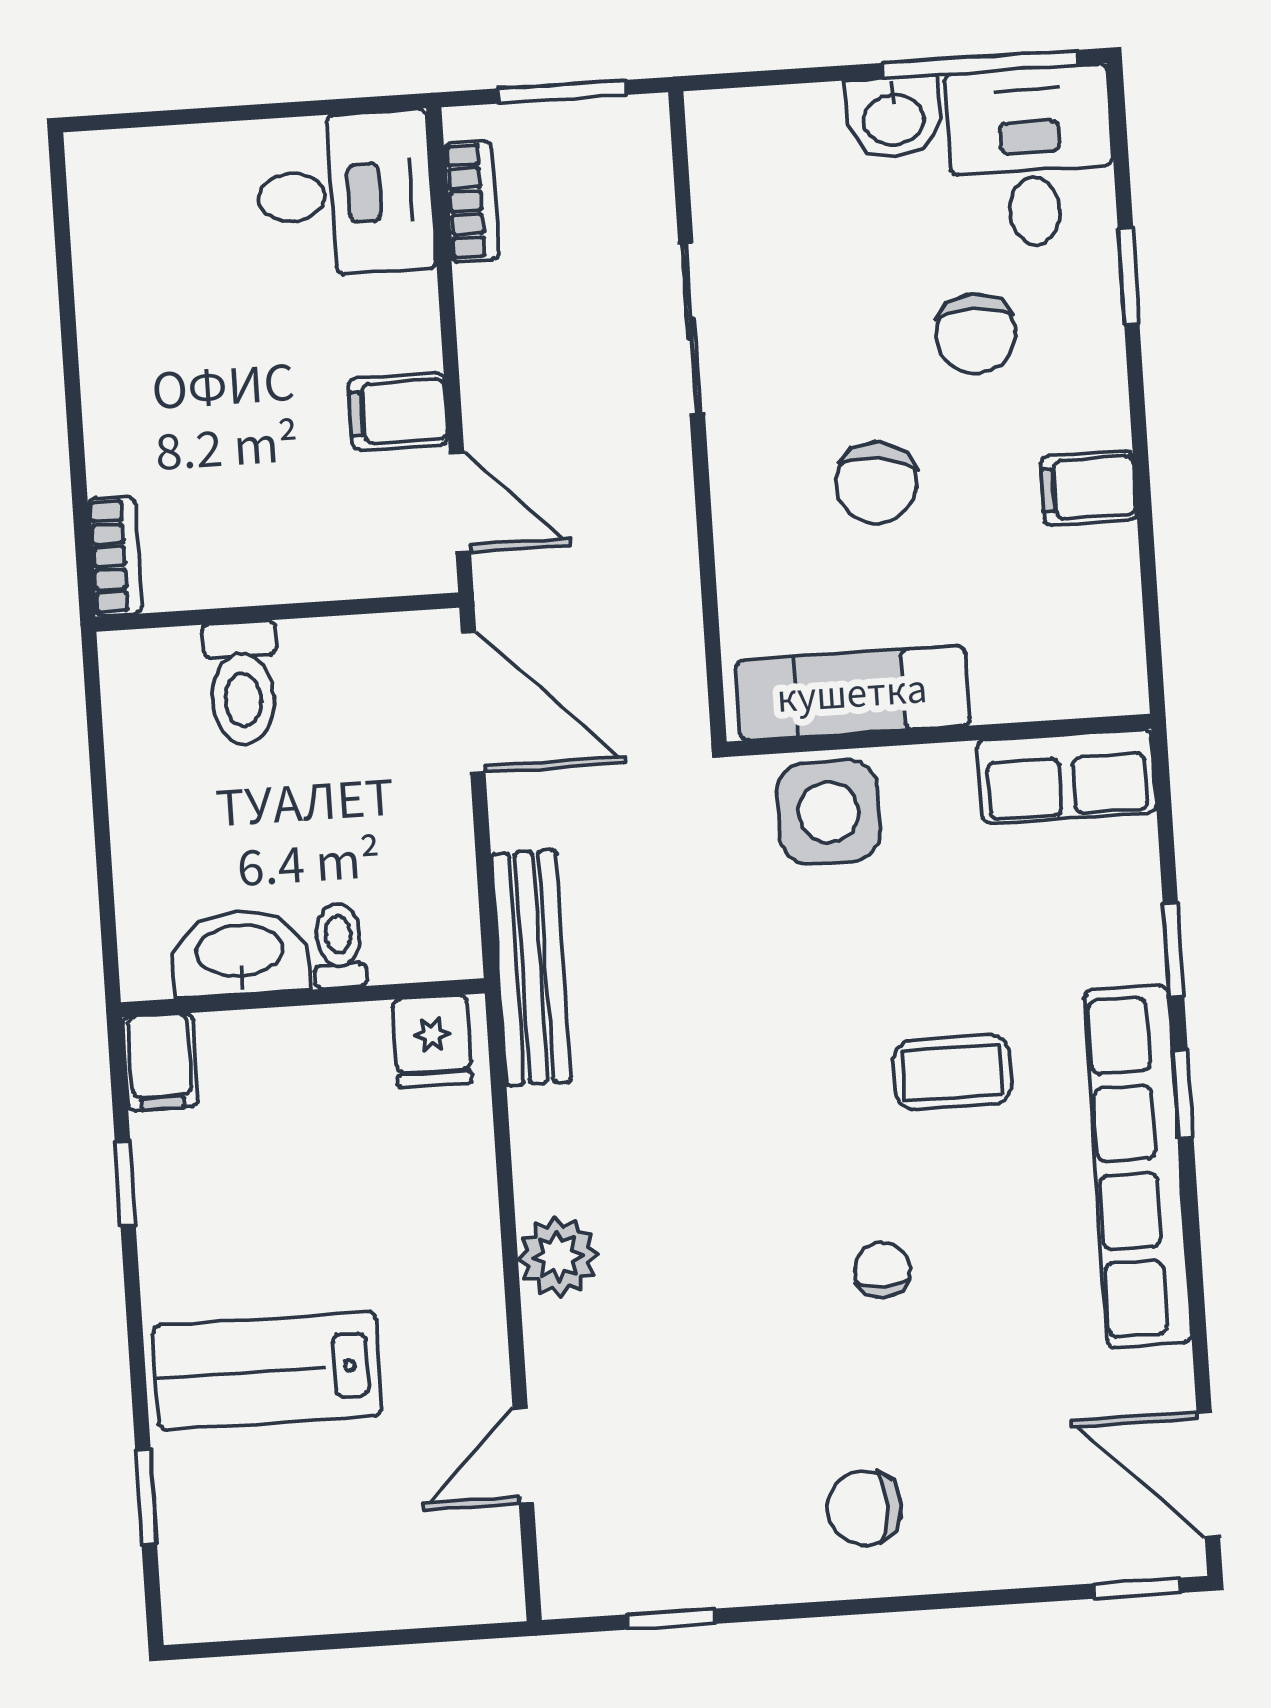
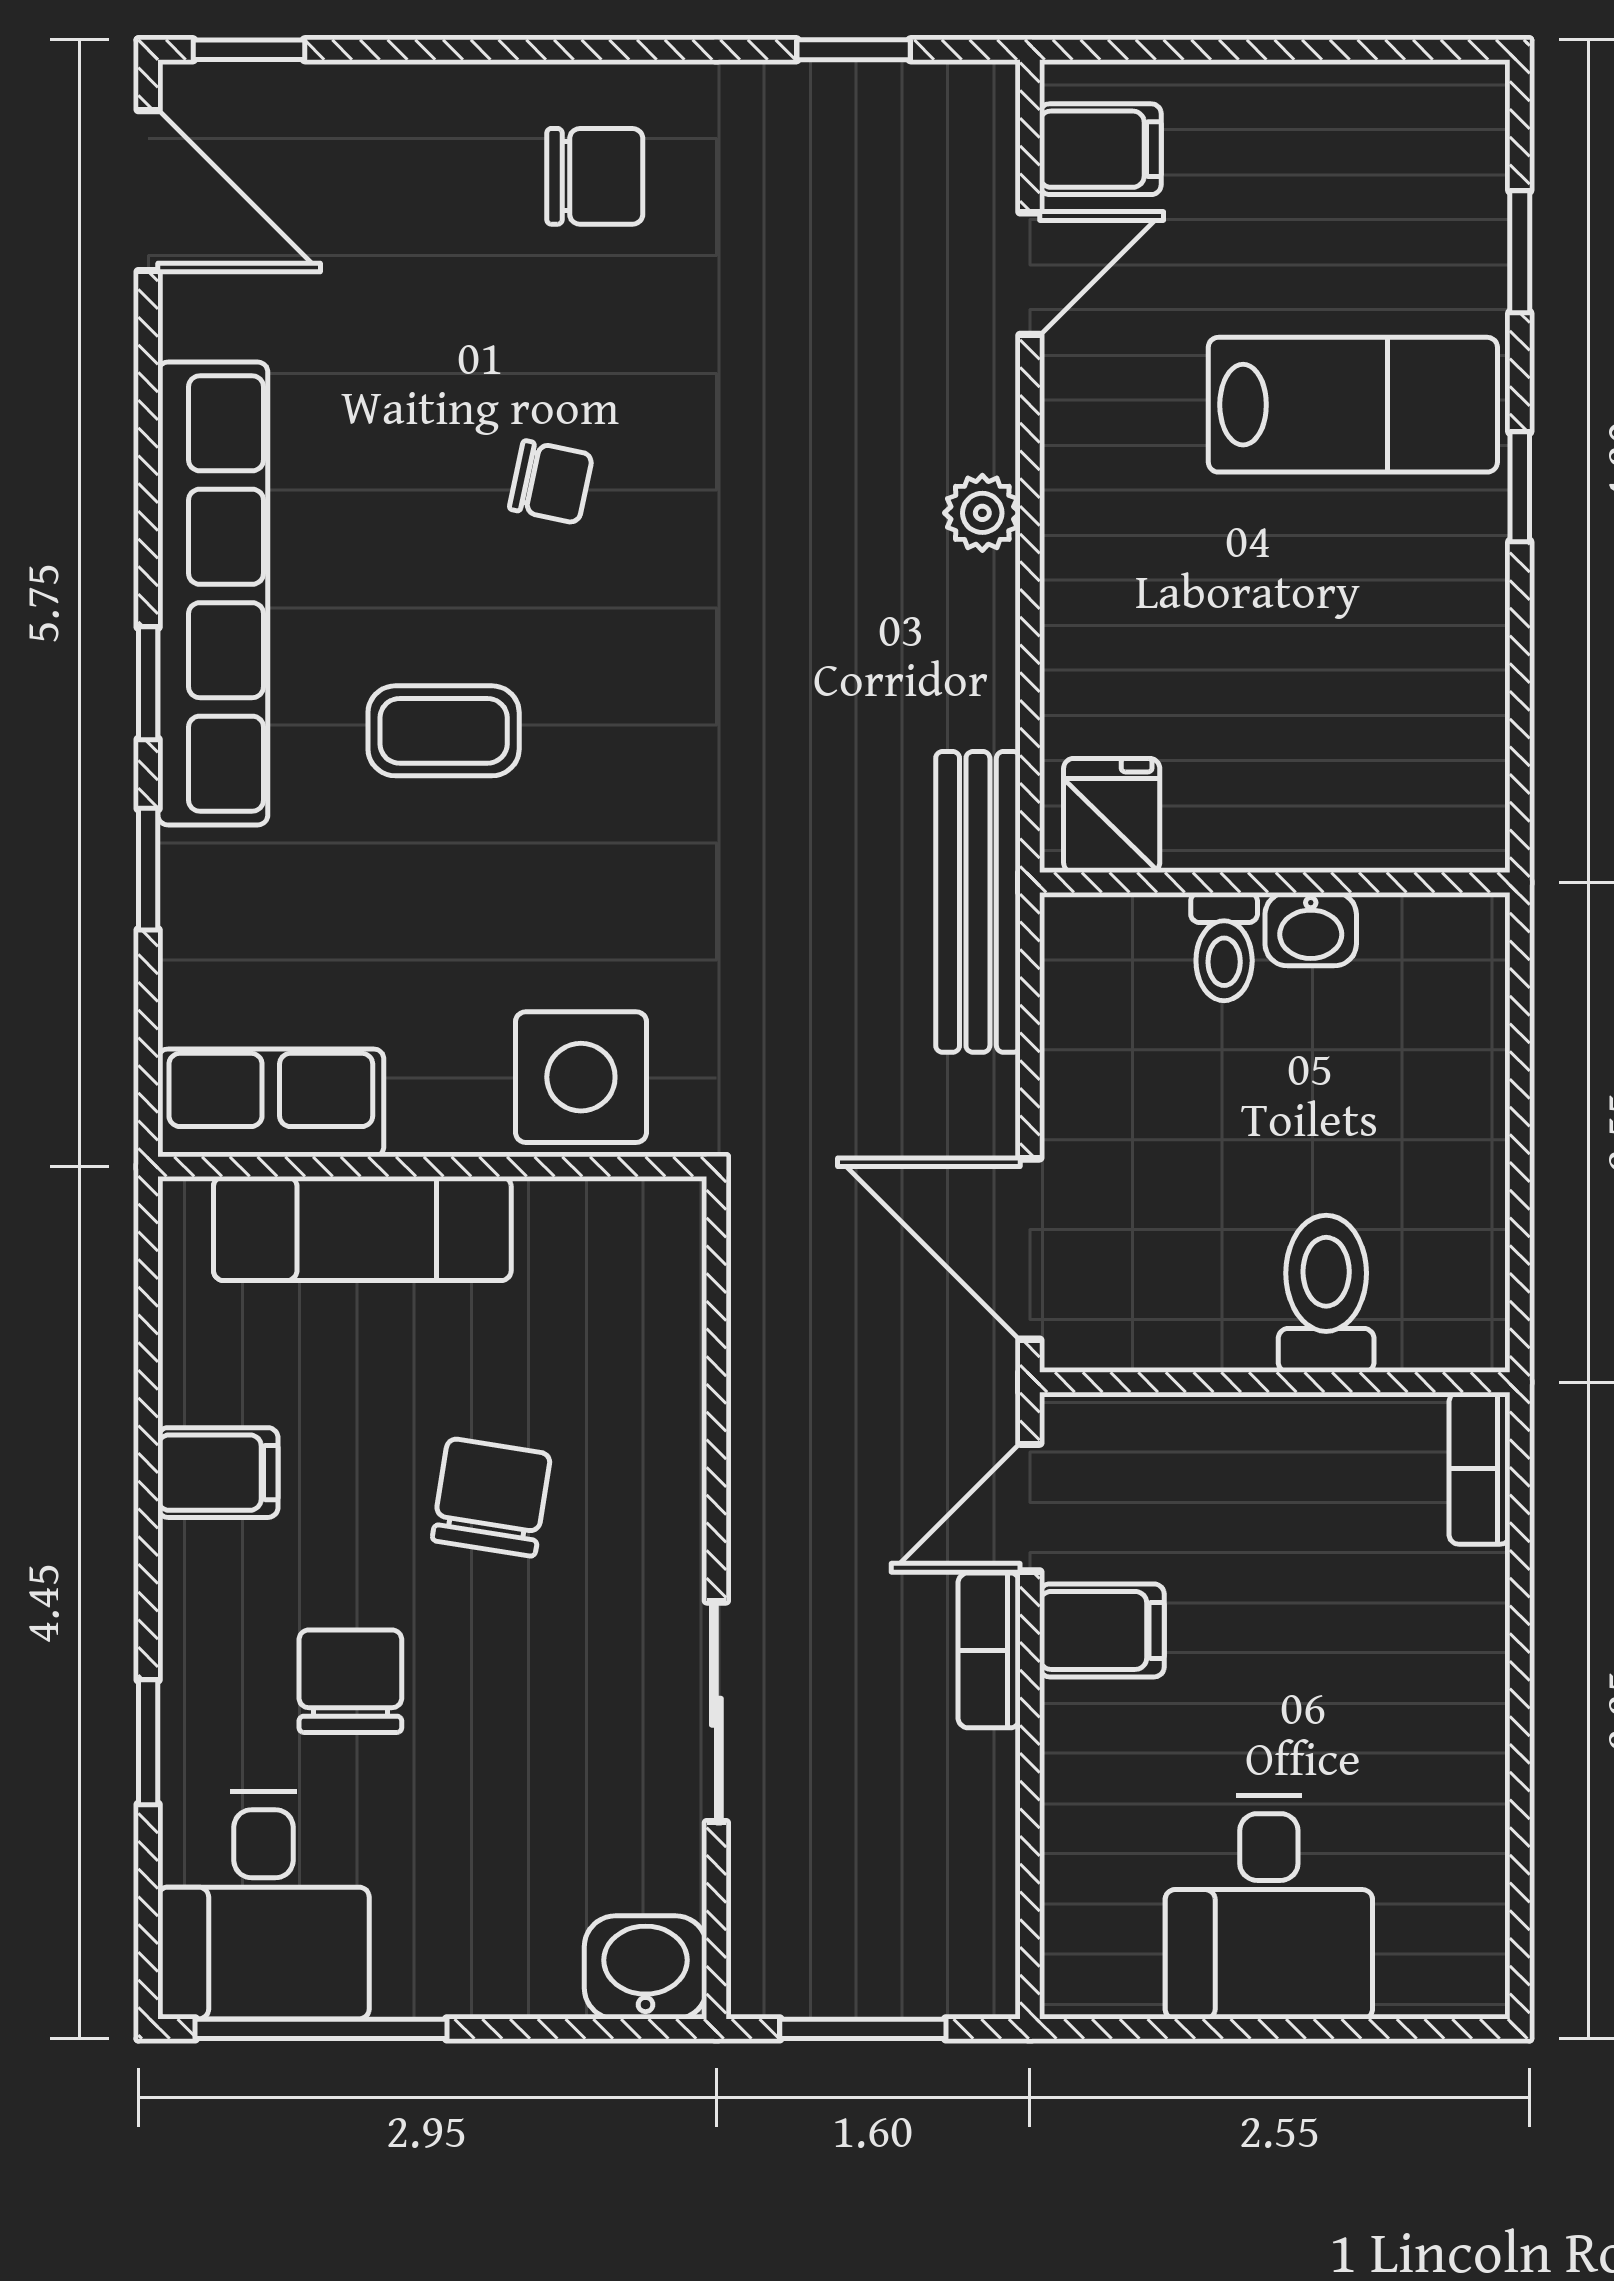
washbasin: (893, 117) -> (646, 1967), moved
desk: (345, 194) -> (1269, 1907), moved, turned -90
bookcase: (472, 201) -> (989, 1650), moved
door: (460, 503) -> (1030, 1508), hinge flipped
exam couch: (852, 693) -> (362, 1229), moved
washbasin: (240, 953) -> (1311, 929), width x0.52, depth x0.69
filing cabinet: (160, 1062) -> (1100, 149), moved, turned 90
window: (125, 1184) -> (1520, 487), moved
plant: (558, 1256) -> (982, 513), width x0.73, depth x0.73
chair: (882, 1270) -> (551, 482), turned -78

